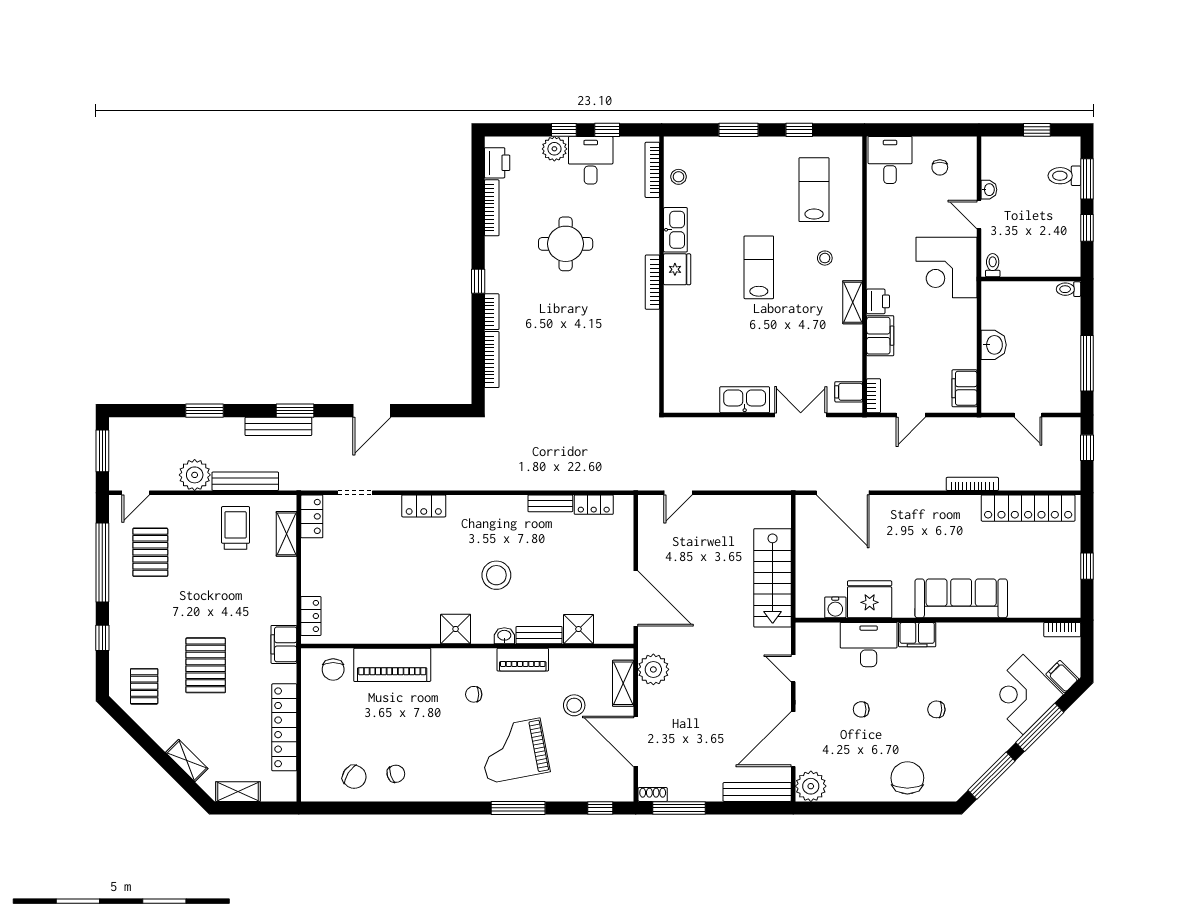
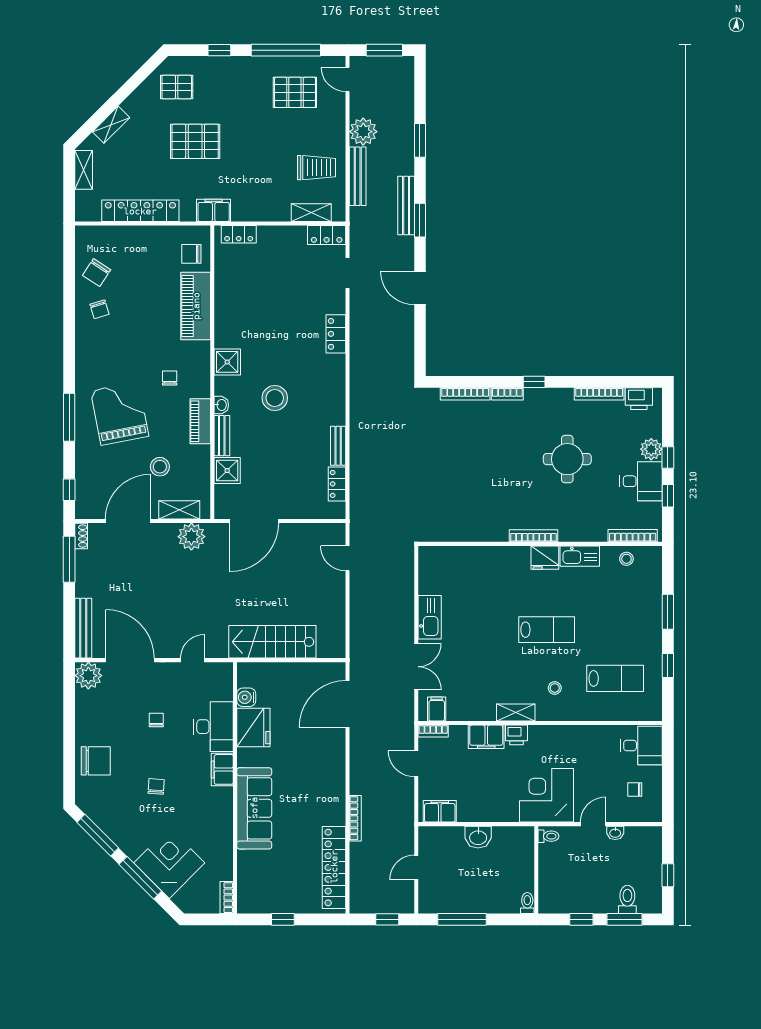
filing cabinet: (1062, 677) -> (185, 898), removed

